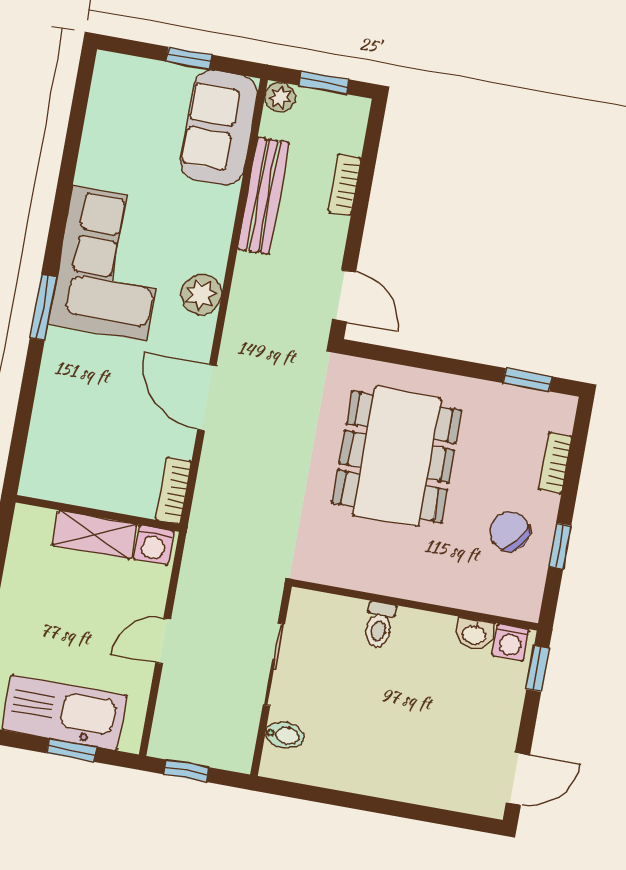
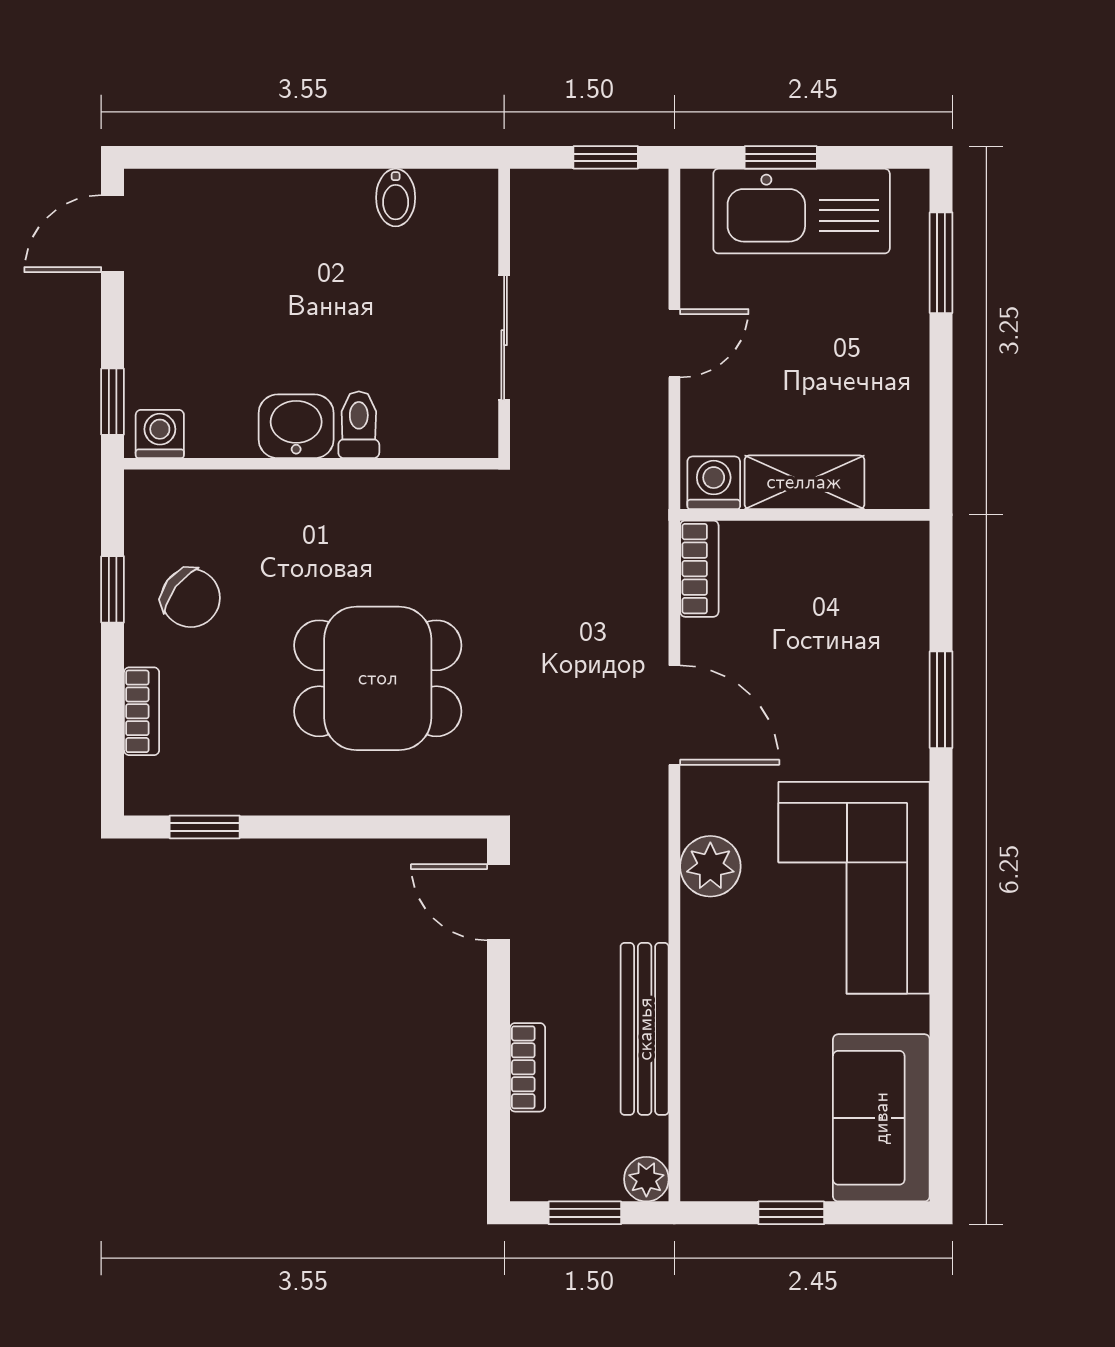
sofa: (219, 128) -> (881, 1118), moved, turned 180
window: (43, 307) -> (941, 700), moved
dining table: (397, 457) -> (378, 678), width x0.73
washbasin: (474, 634) -> (296, 426), moved, width x1.38, depth x1.45
bidet: (284, 735) -> (396, 198), moved, turned -90

